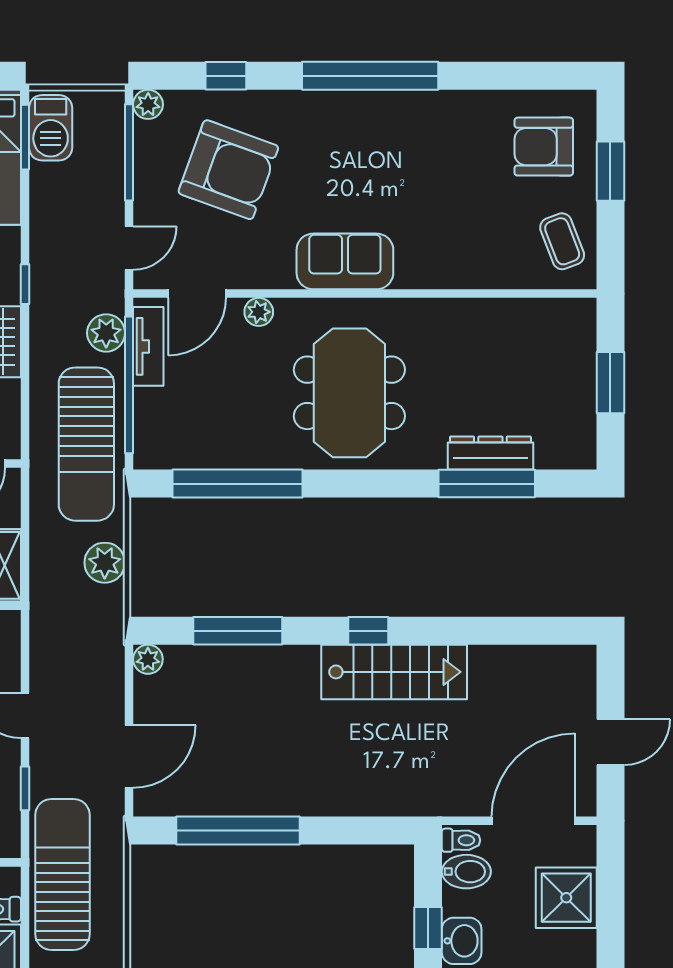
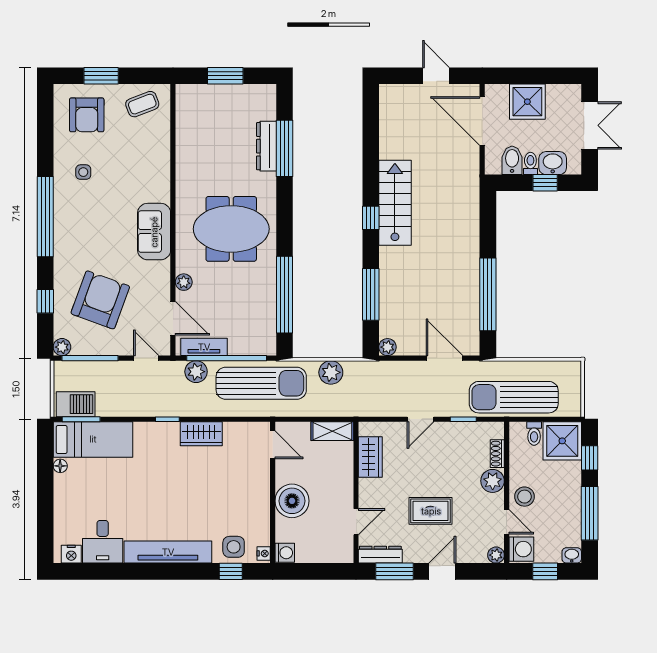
side table: (446, 141) -> (83, 172), added
toilet: (461, 840) -> (530, 163), moved

